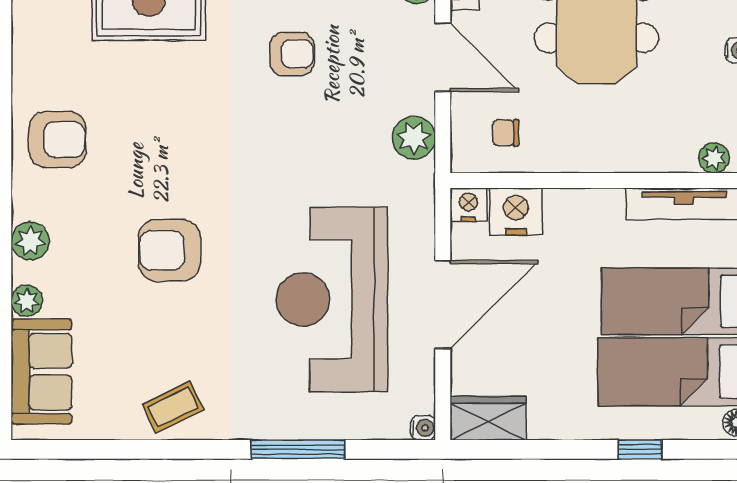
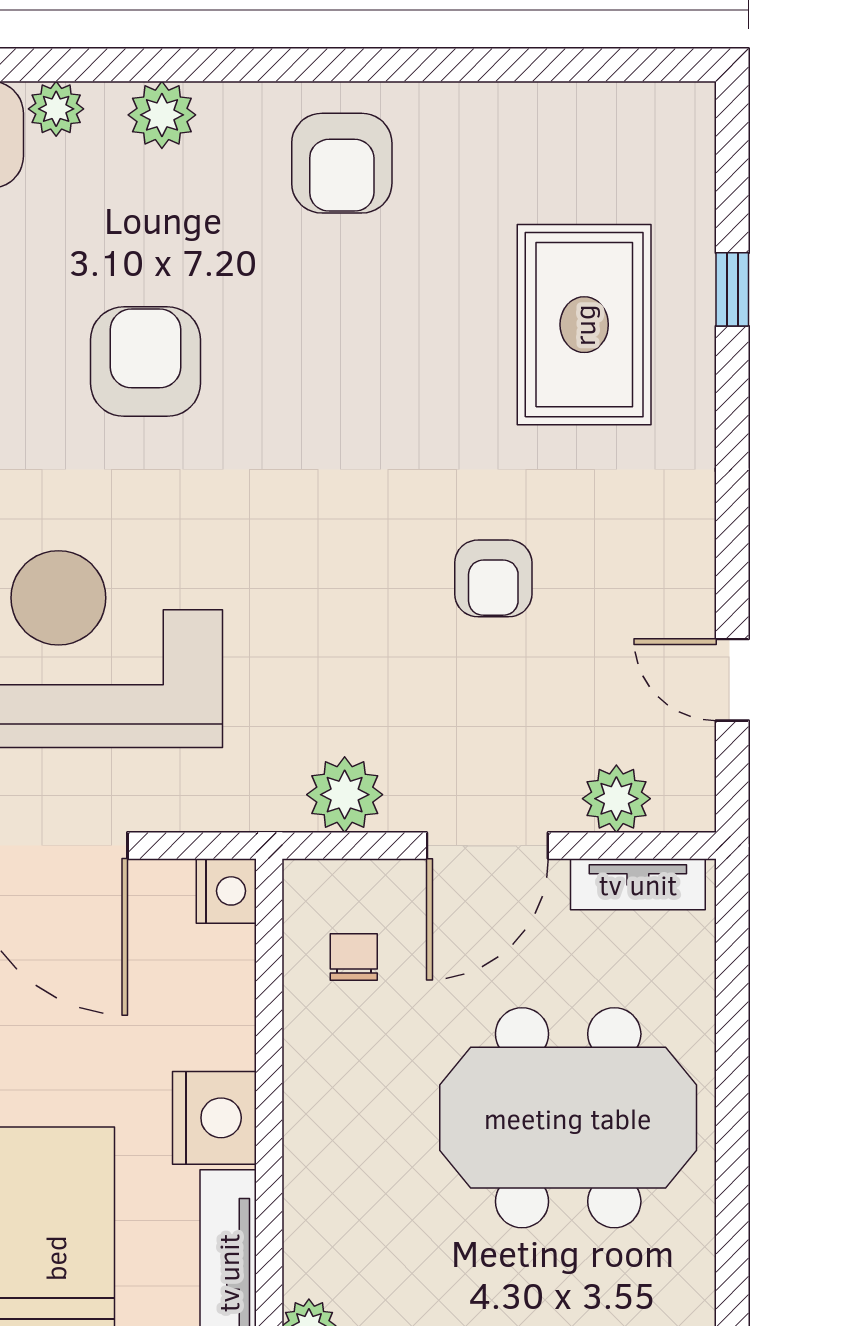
nightstand: (516, 211) -> (214, 1118), moved

